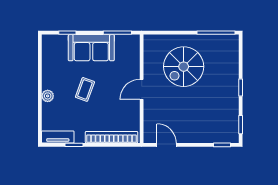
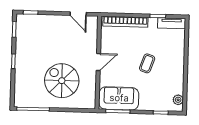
sofa: (91, 48) -> (119, 98), moved
spiral stairs: (184, 67) -> (62, 81), turned -90
plant: (48, 96) -> (178, 100), moved

